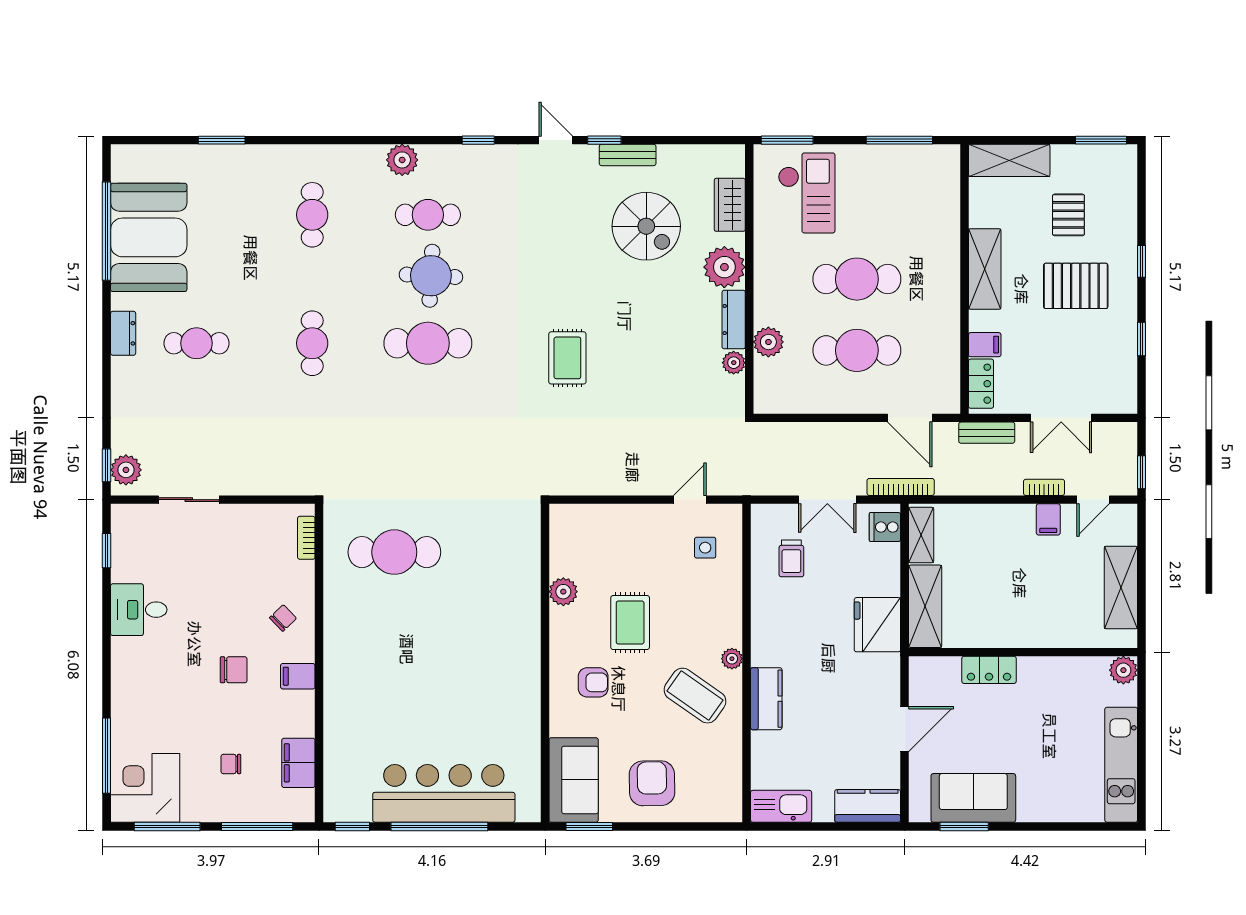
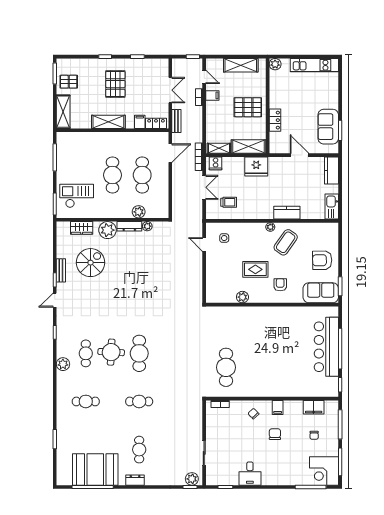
pallet: (1068, 215) -> (69, 82), moved
rug: (567, 358) -> (145, 295), removed
pallet: (1020, 605) -> (248, 107), added

